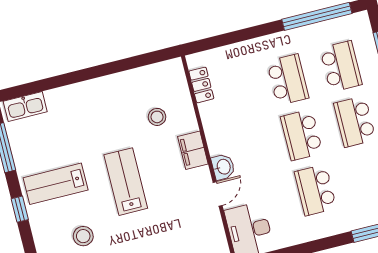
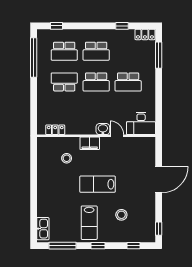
school desk: (341, 66) -> (64, 51), turned 180

